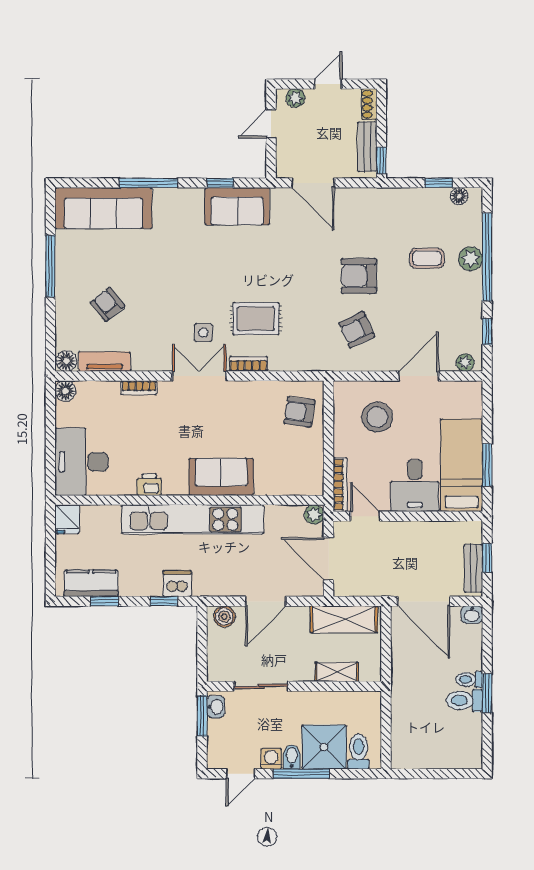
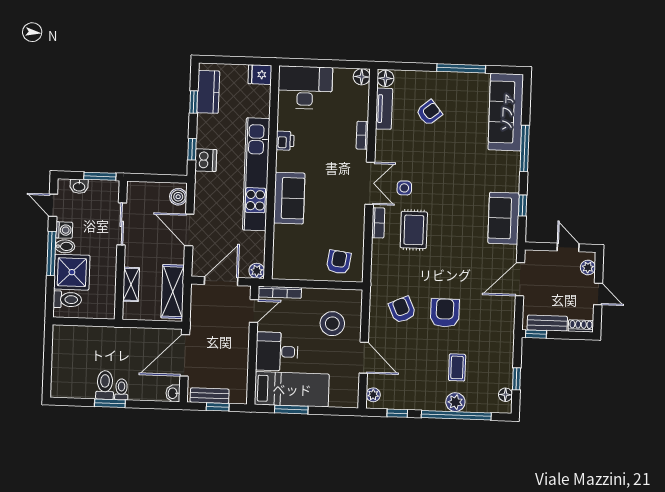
washbasin: (216, 707) -> (79, 186), moved

